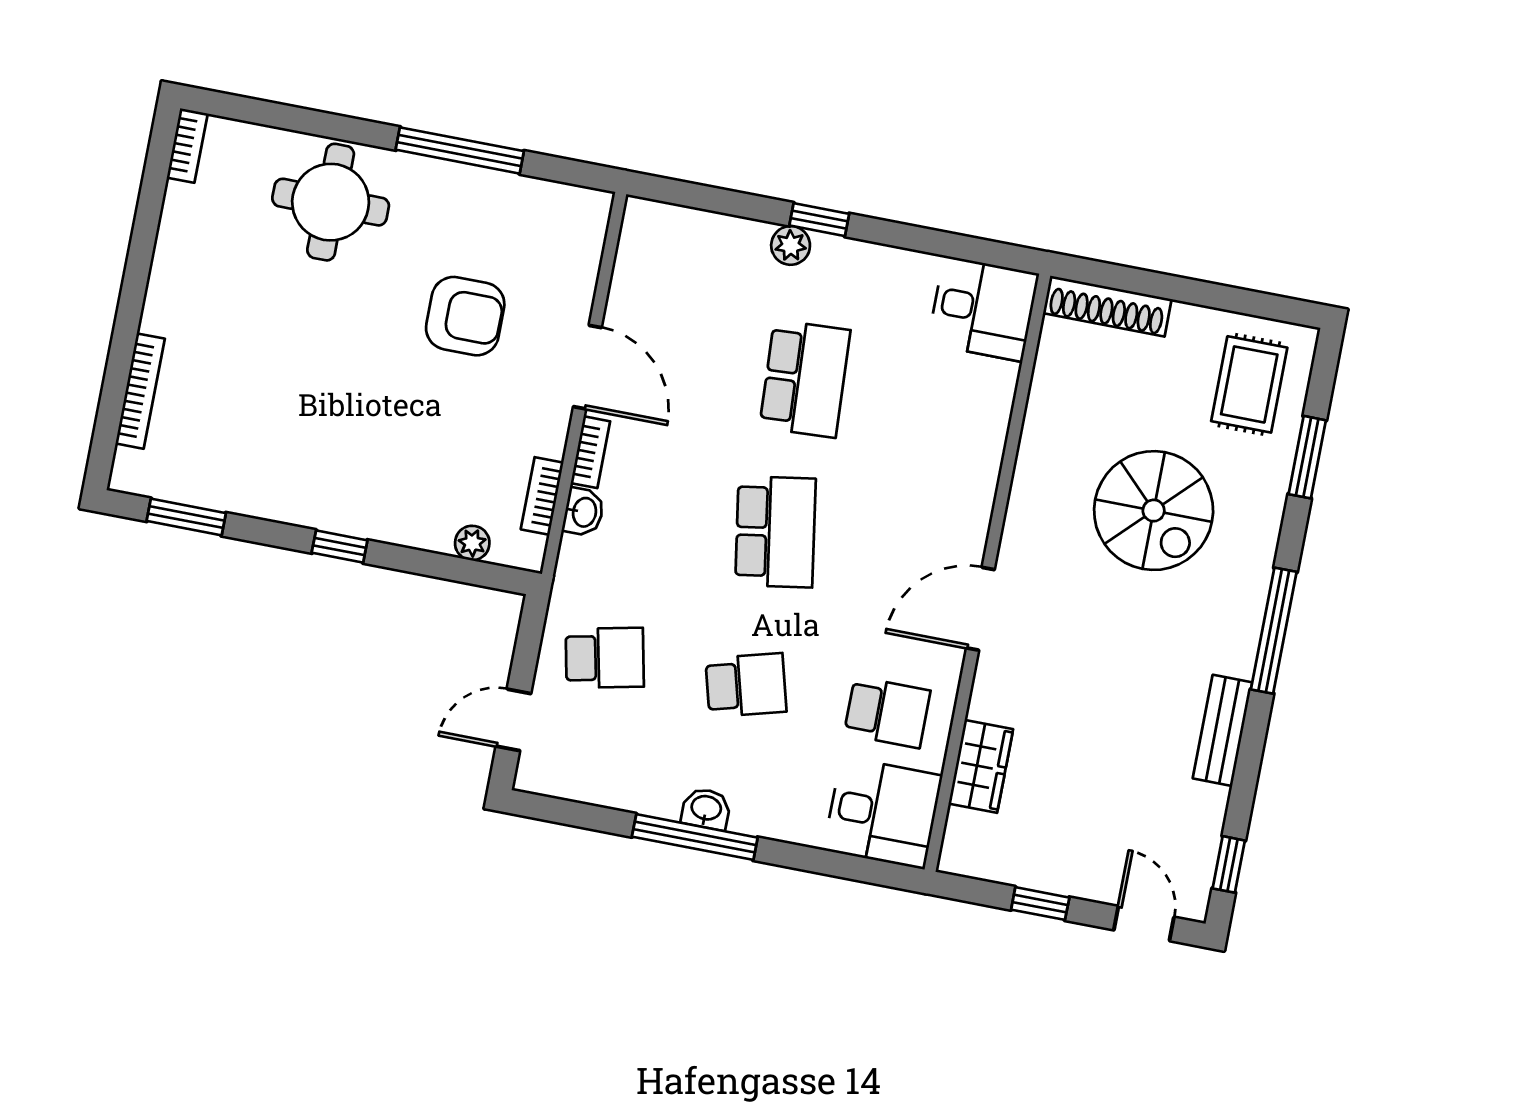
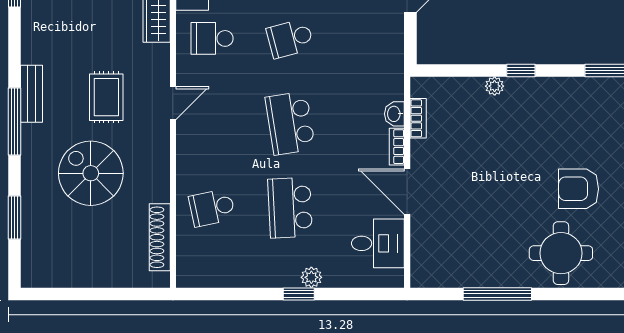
shoe rack: (1107, 306) -> (160, 237), moved, turned -90
desk: (983, 309) -> (378, 243), moved, turned 180
armchair: (465, 316) -> (579, 189), moved
rug: (1249, 384) -> (106, 97), moved
plant: (472, 543) -> (495, 86), moved
door: (980, 609) -> (173, 103), width x0.73
school desk: (605, 658) -> (212, 208), moved
bench: (1222, 730) -> (32, 94), moved

